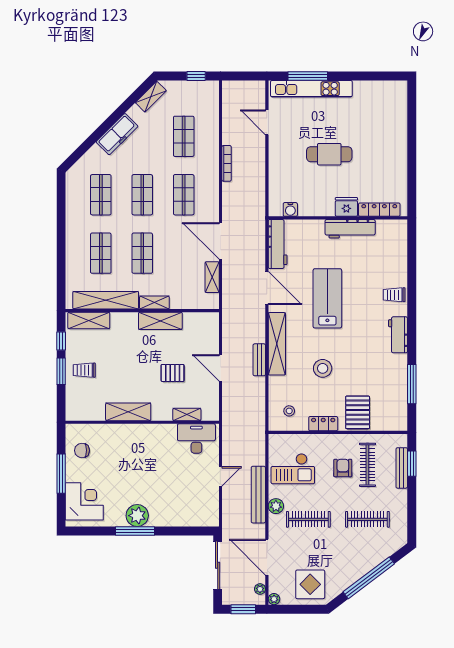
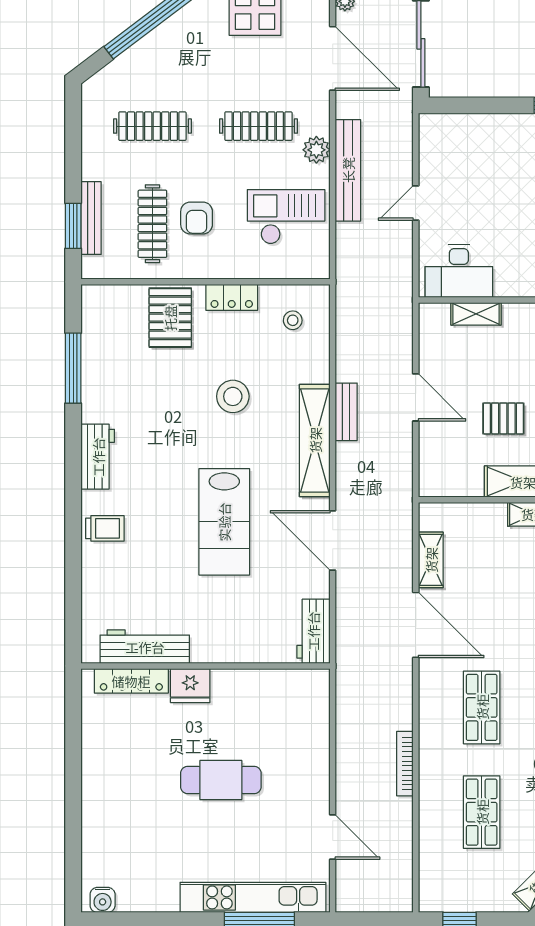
water cooler: (290, 209) -> (103, 900), moved, turned 180
workbench: (350, 229) -> (145, 647), moved
workbench: (278, 244) -> (313, 631), width x0.73
pallet: (173, 373) -> (503, 418), moved

